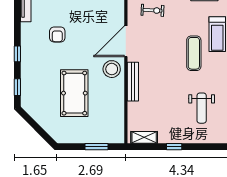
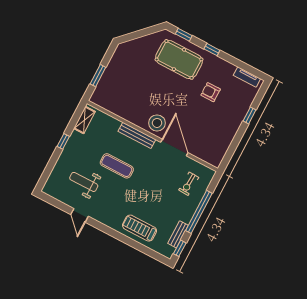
exercise mat: (194, 53) -> (117, 166), moved
pool table: (74, 93) -> (179, 59), moved

